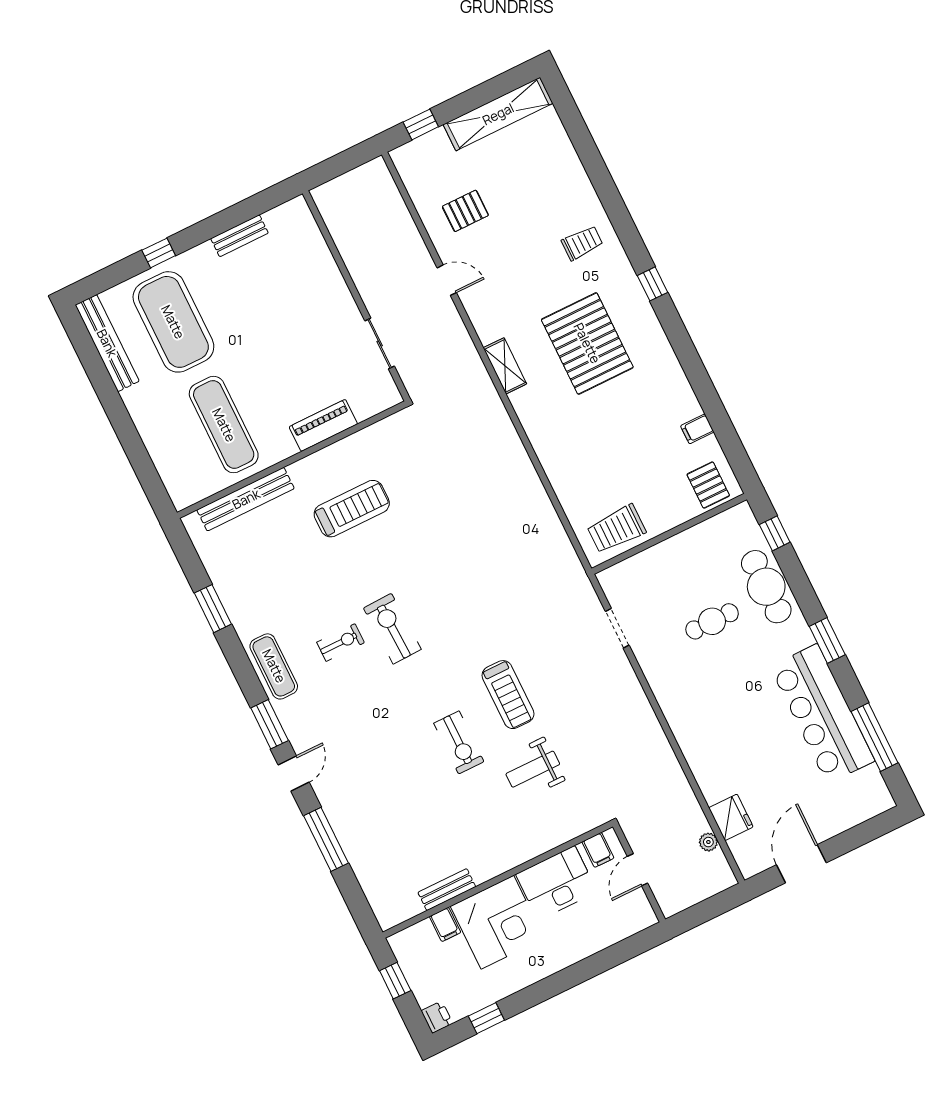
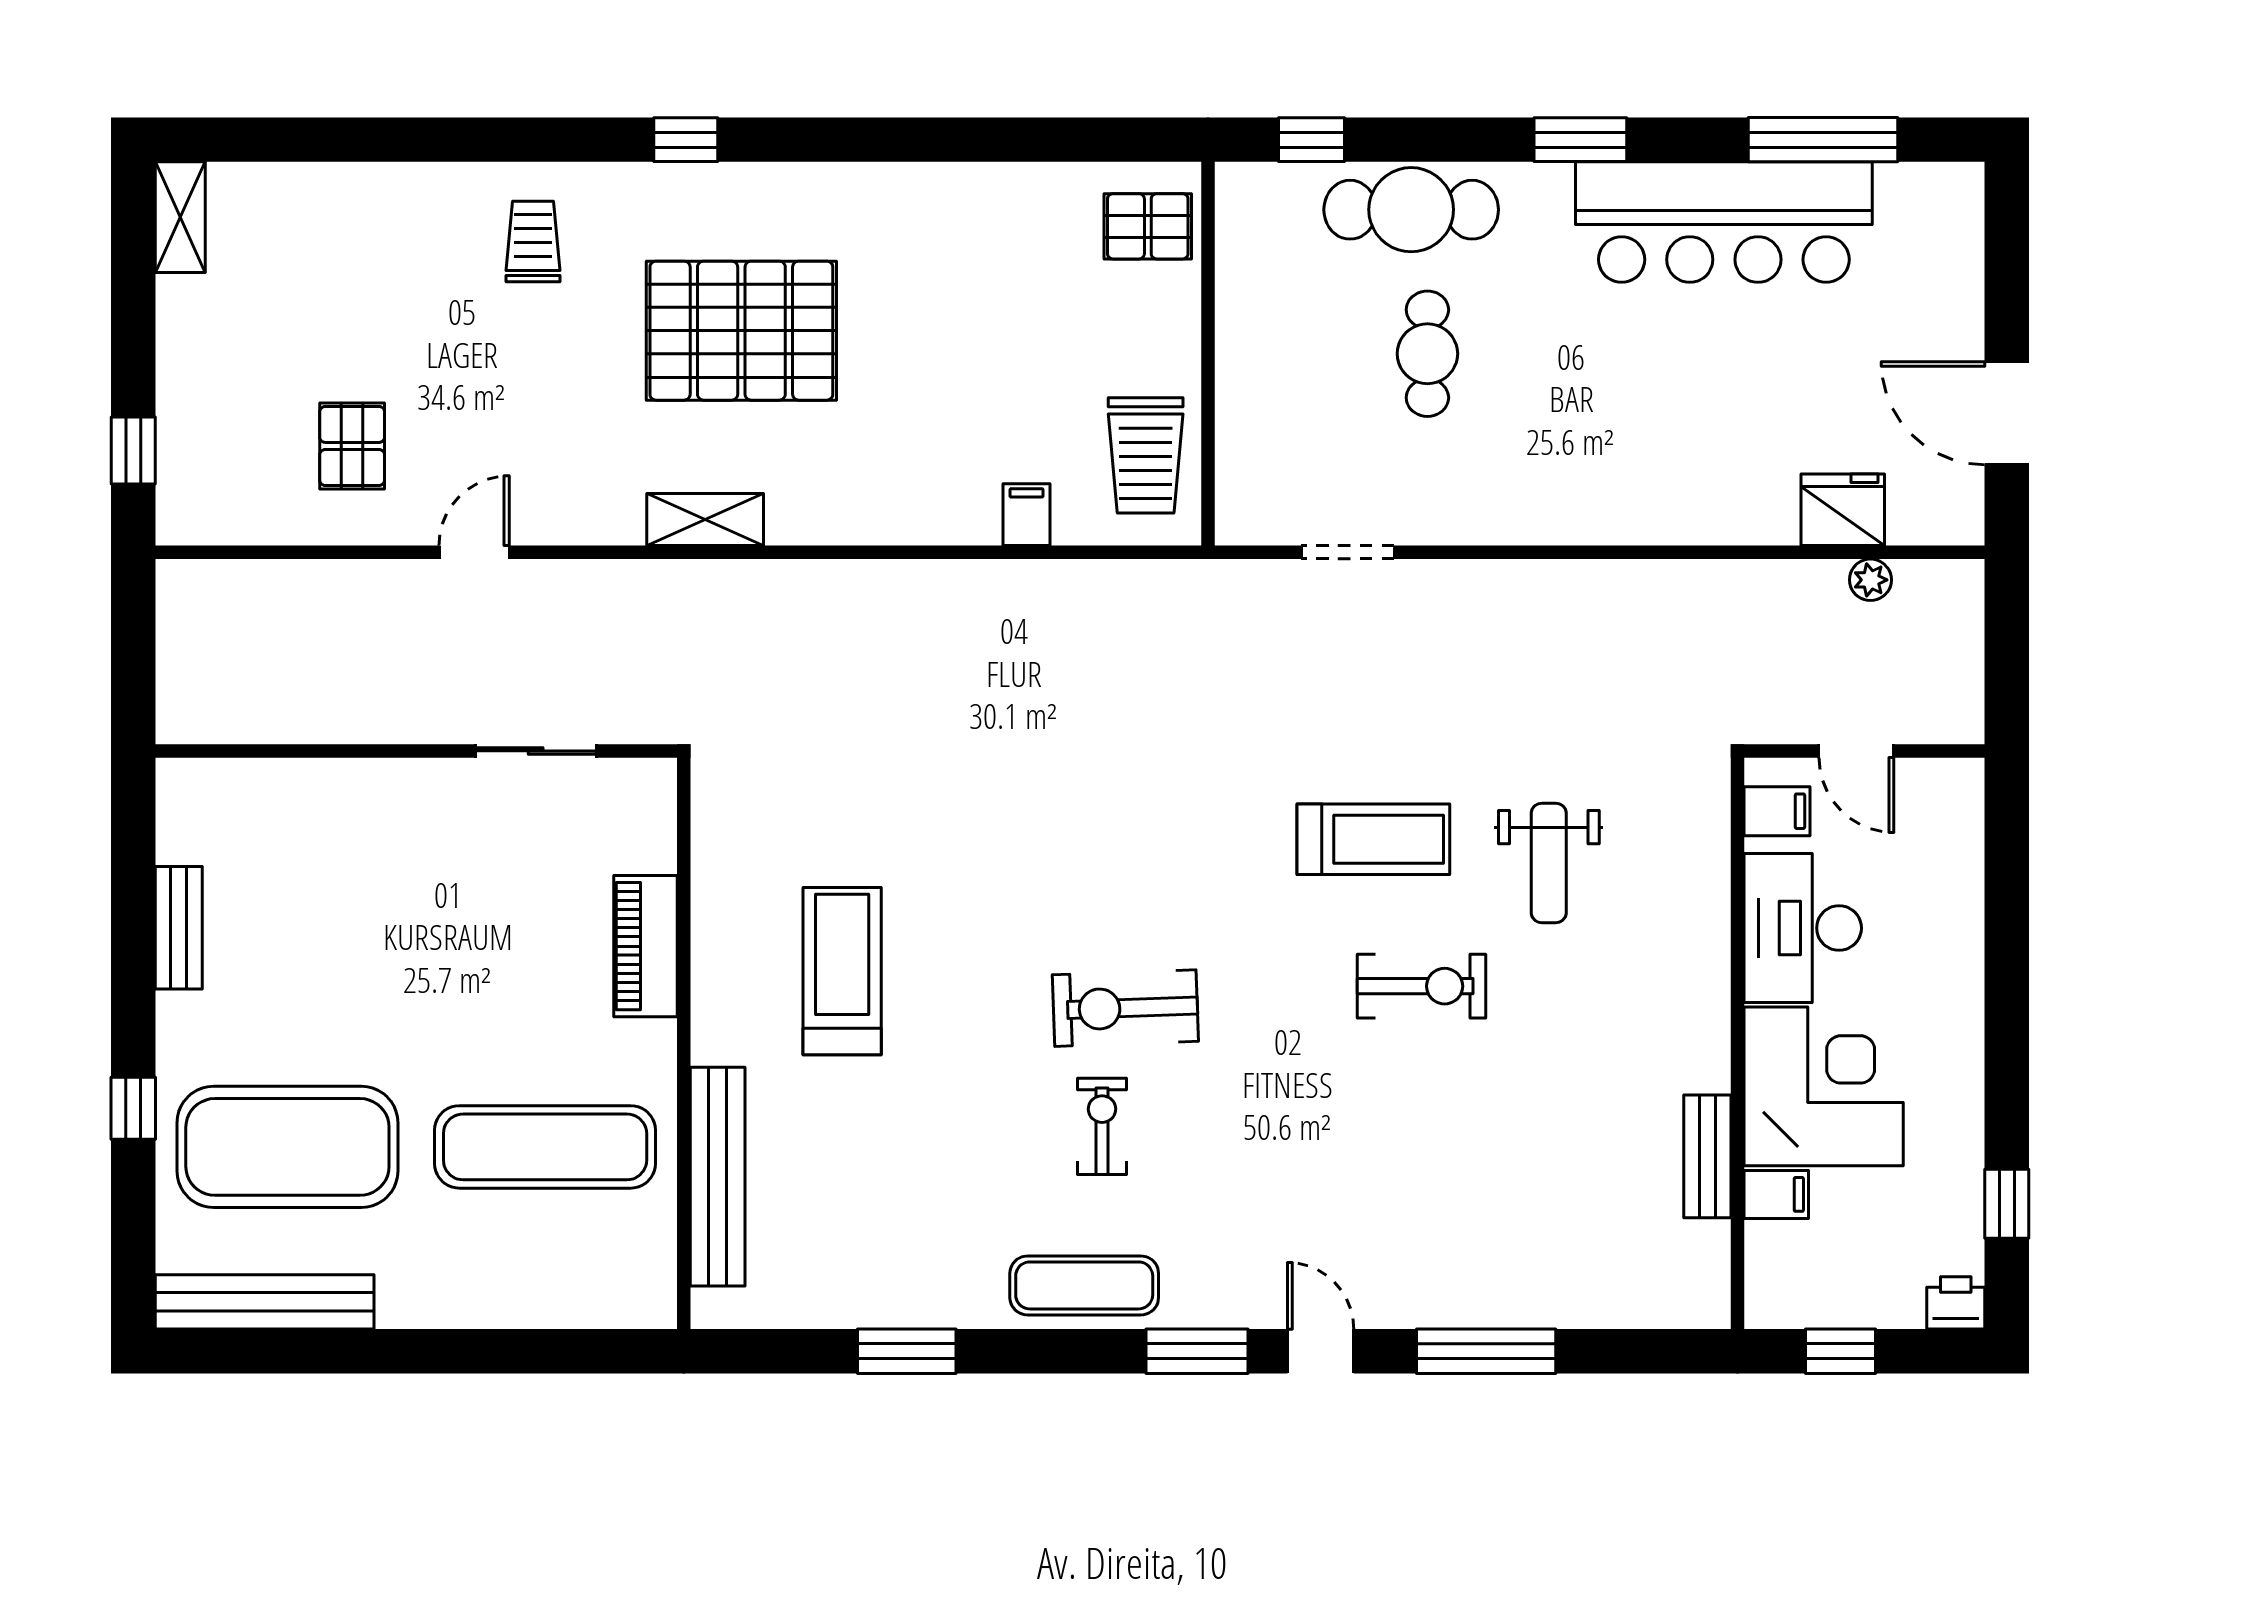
shelving: (498, 114) -> (180, 217), width x0.45, depth x0.75
filing cabinet: (697, 429) -> (1026, 515), moved, turned 180

